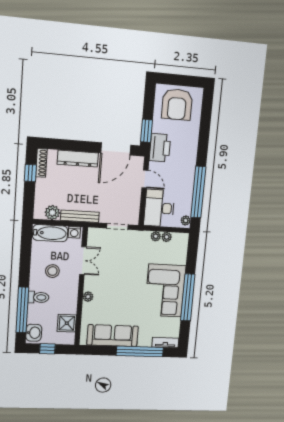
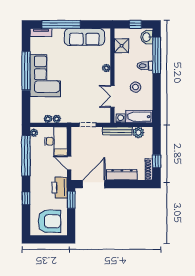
armchair: (177, 104) -> (49, 221), turned 90
window: (204, 137) -> (26, 198), added

